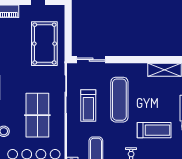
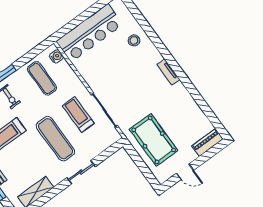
sliding door: (91, 60) -> (81, 172), moved
table tennis table: (37, 115) -> (115, 75), removed

